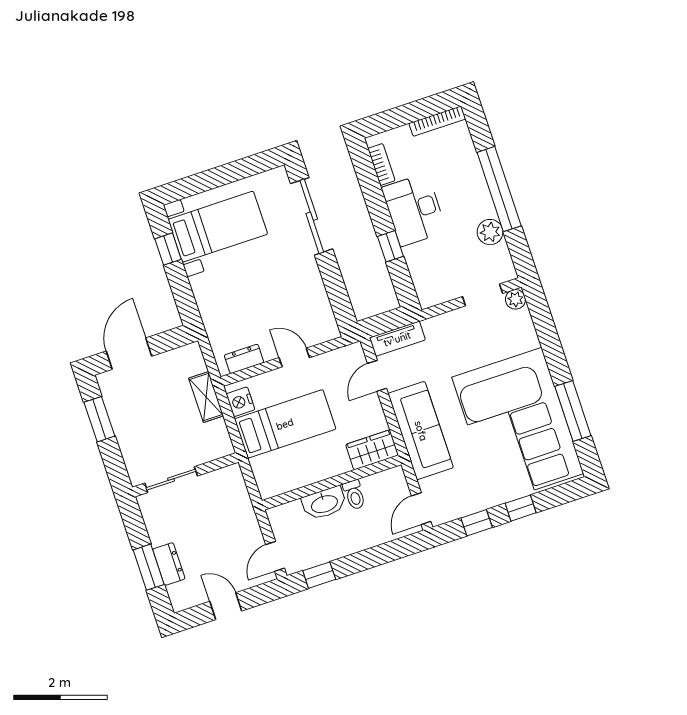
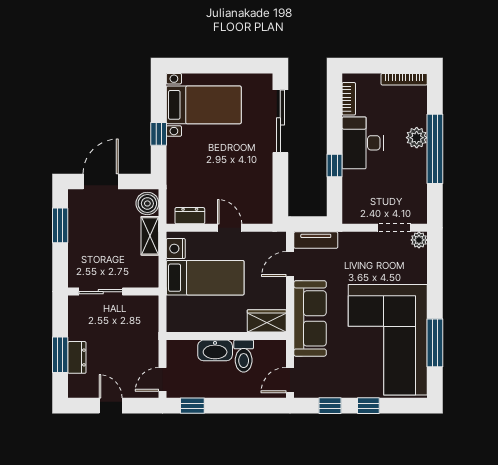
plant: (490, 232) -> (417, 138), moved
window: (168, 249) -> (159, 134), moved
boiler: (191, 361) -> (147, 203), added
toilet: (354, 495) -> (244, 356), width x1.37, depth x1.39

